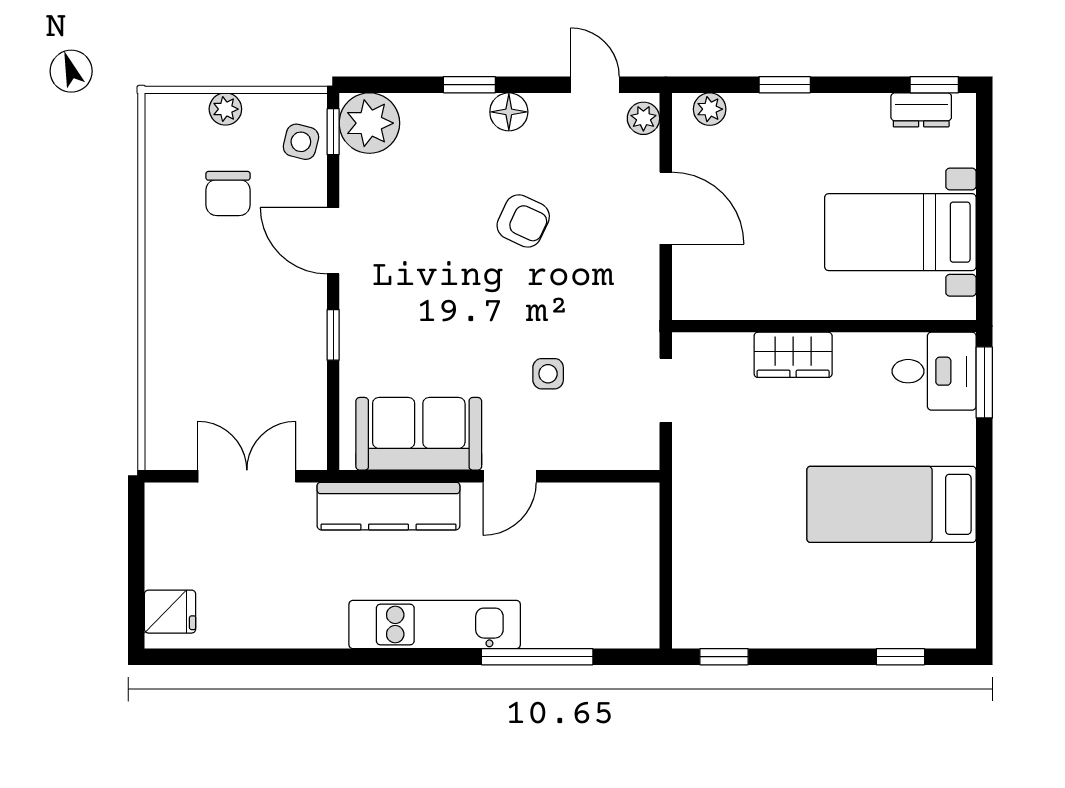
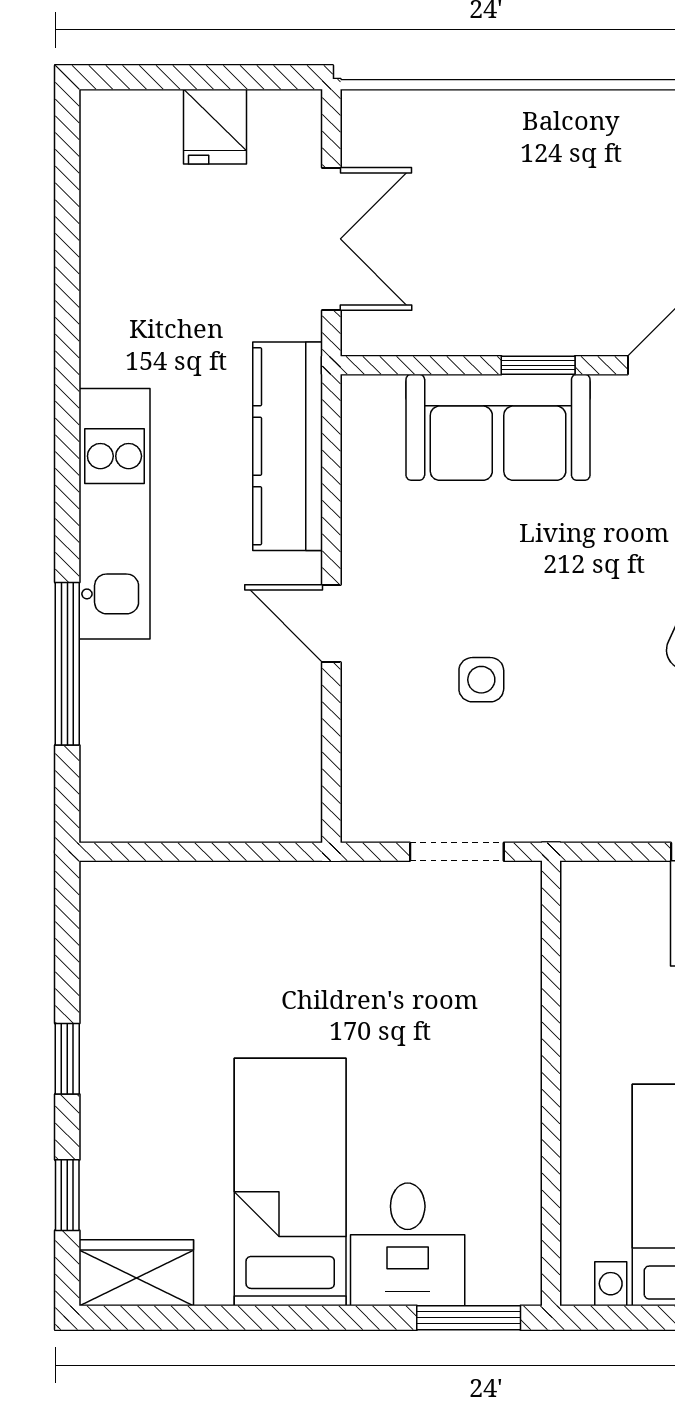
wardrobe: (793, 355) -> (136, 1273), moved, turned 90
desk: (934, 371) -> (408, 1244), moved
sofa: (419, 434) -> (498, 427), moved, turned 90
fridge: (170, 612) -> (215, 127), moved
window: (724, 657) -> (67, 1059), moved

